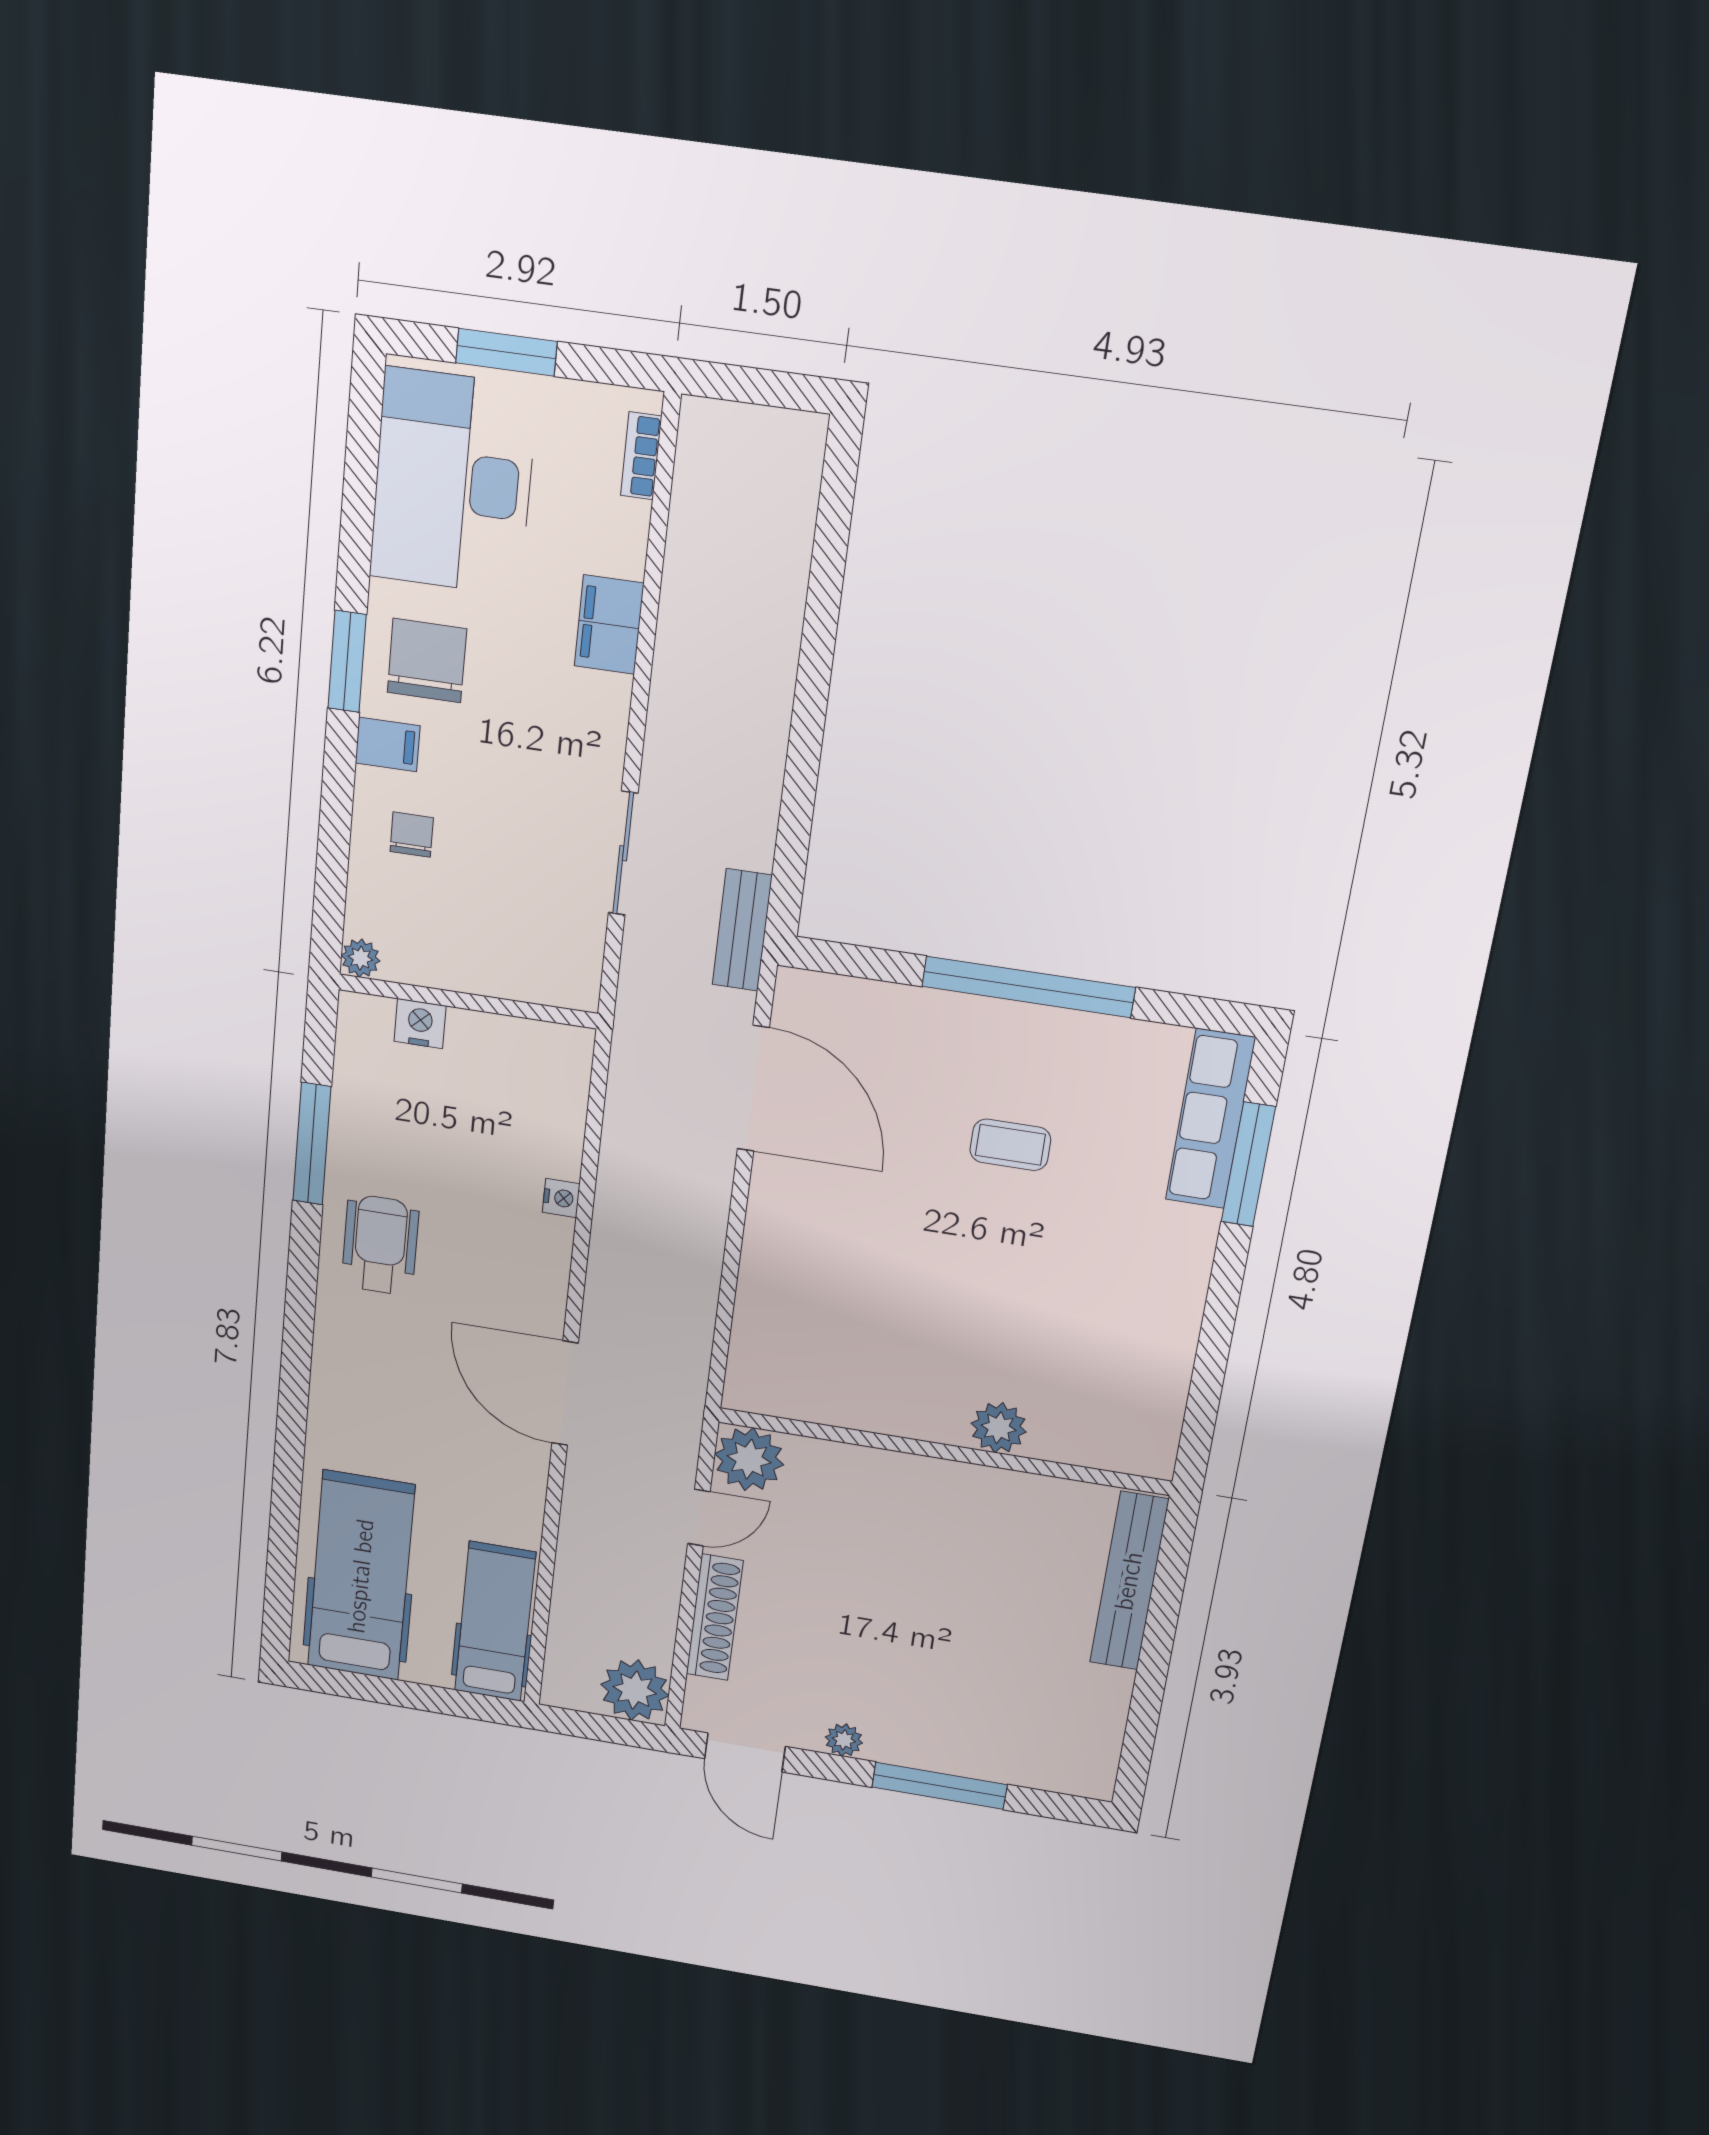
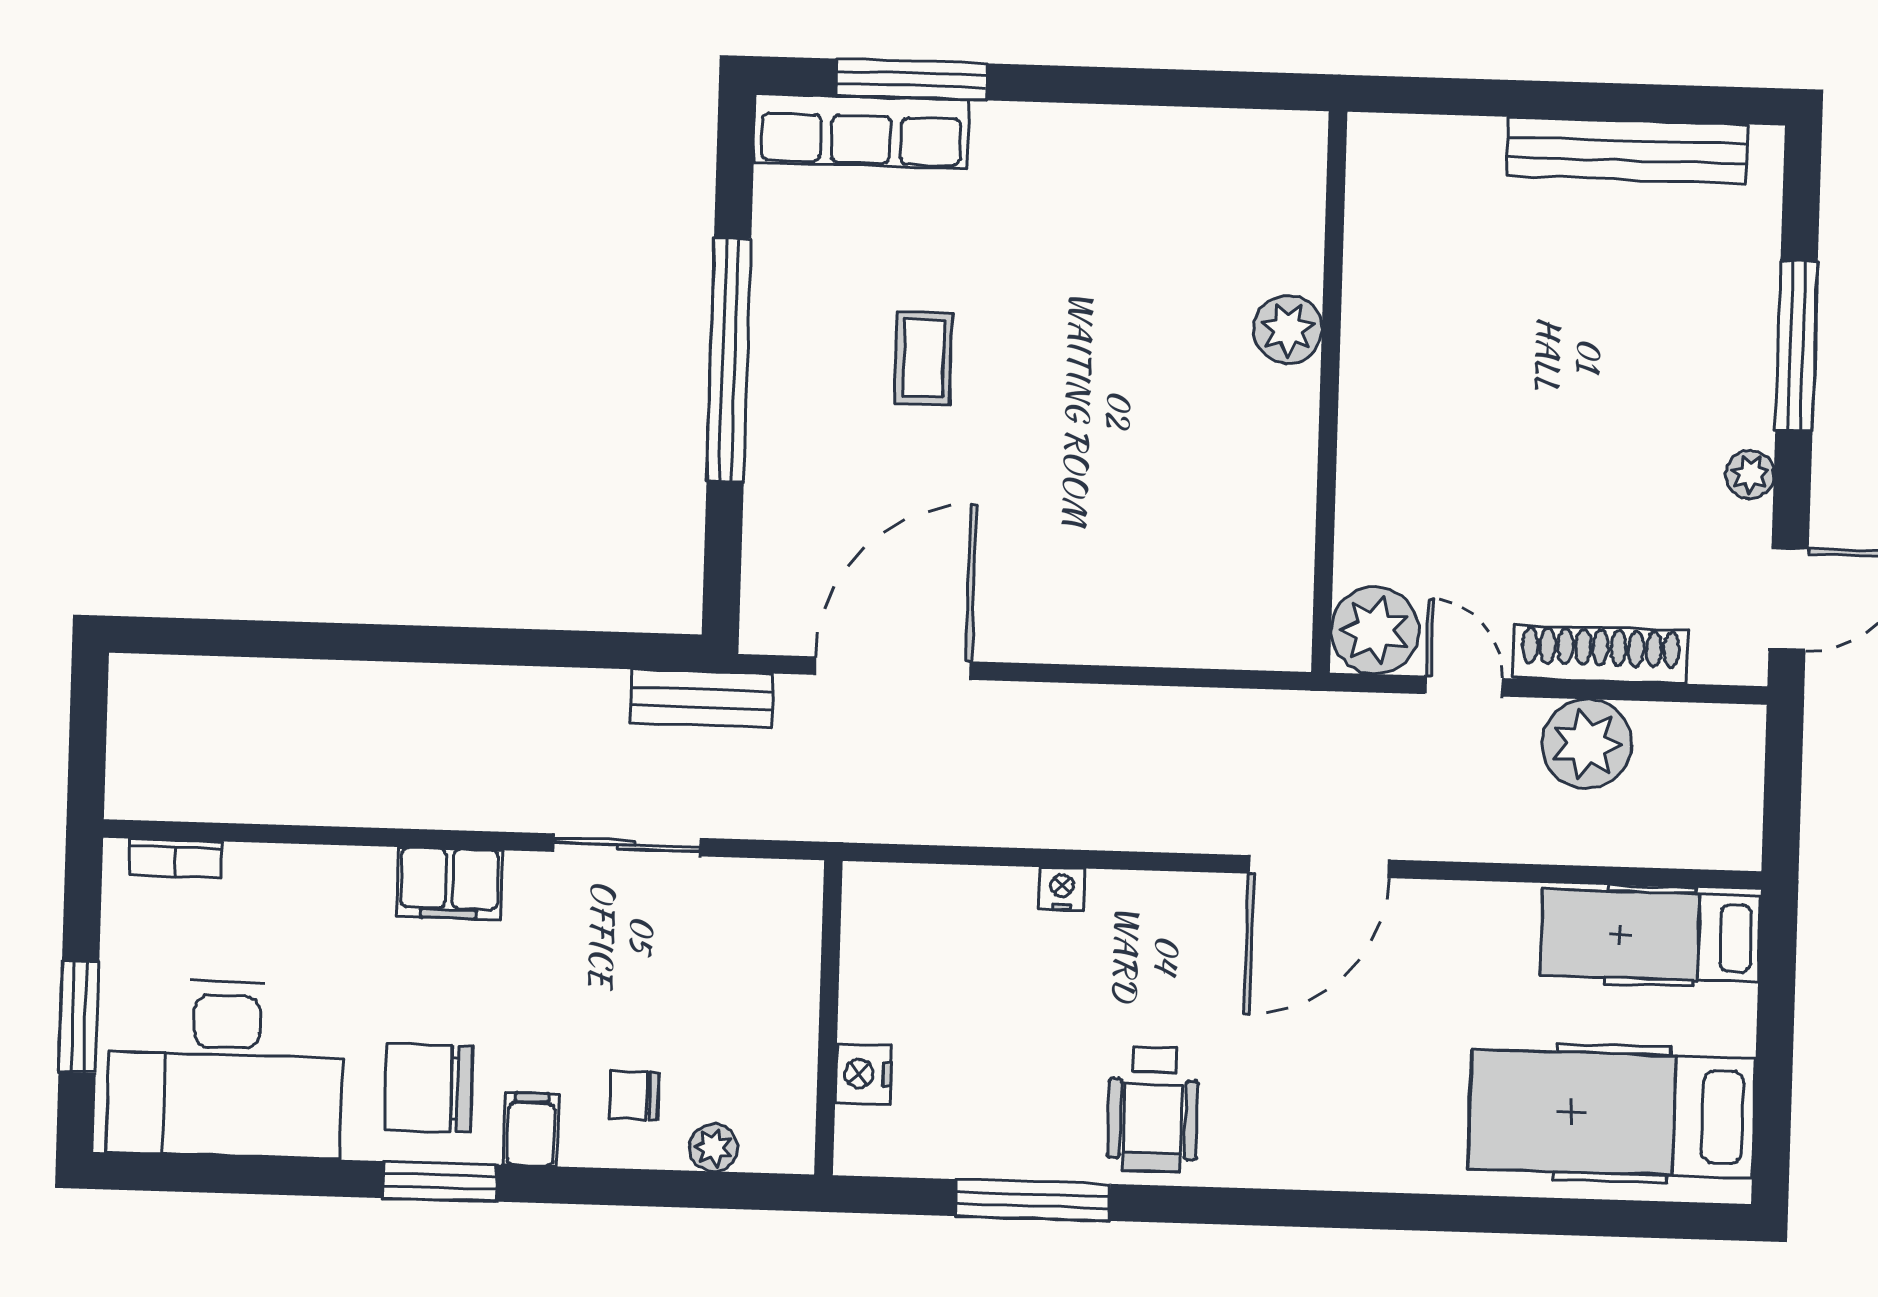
filing cabinet: (609, 625) -> (449, 883), moved
plant: (360, 958) -> (714, 1148), moved
wheelchair: (380, 1245) -> (1153, 1109), turned -90
bench: (1129, 1581) -> (1627, 150), moved
plant: (635, 1690) -> (1587, 744), moved

